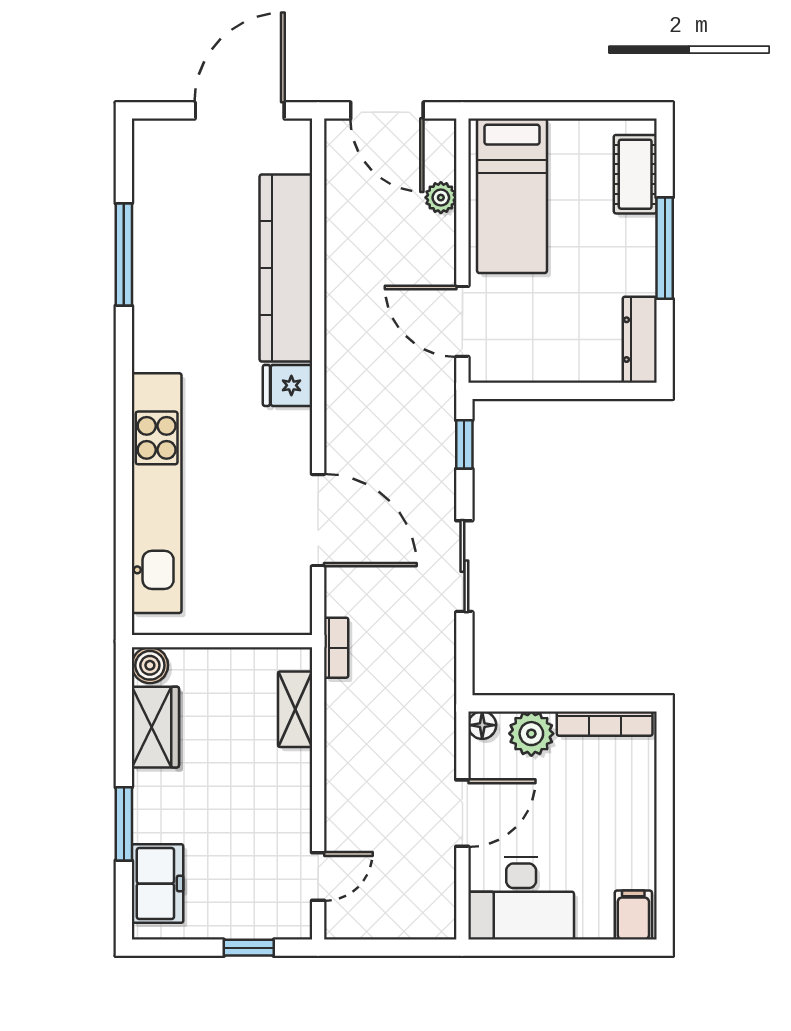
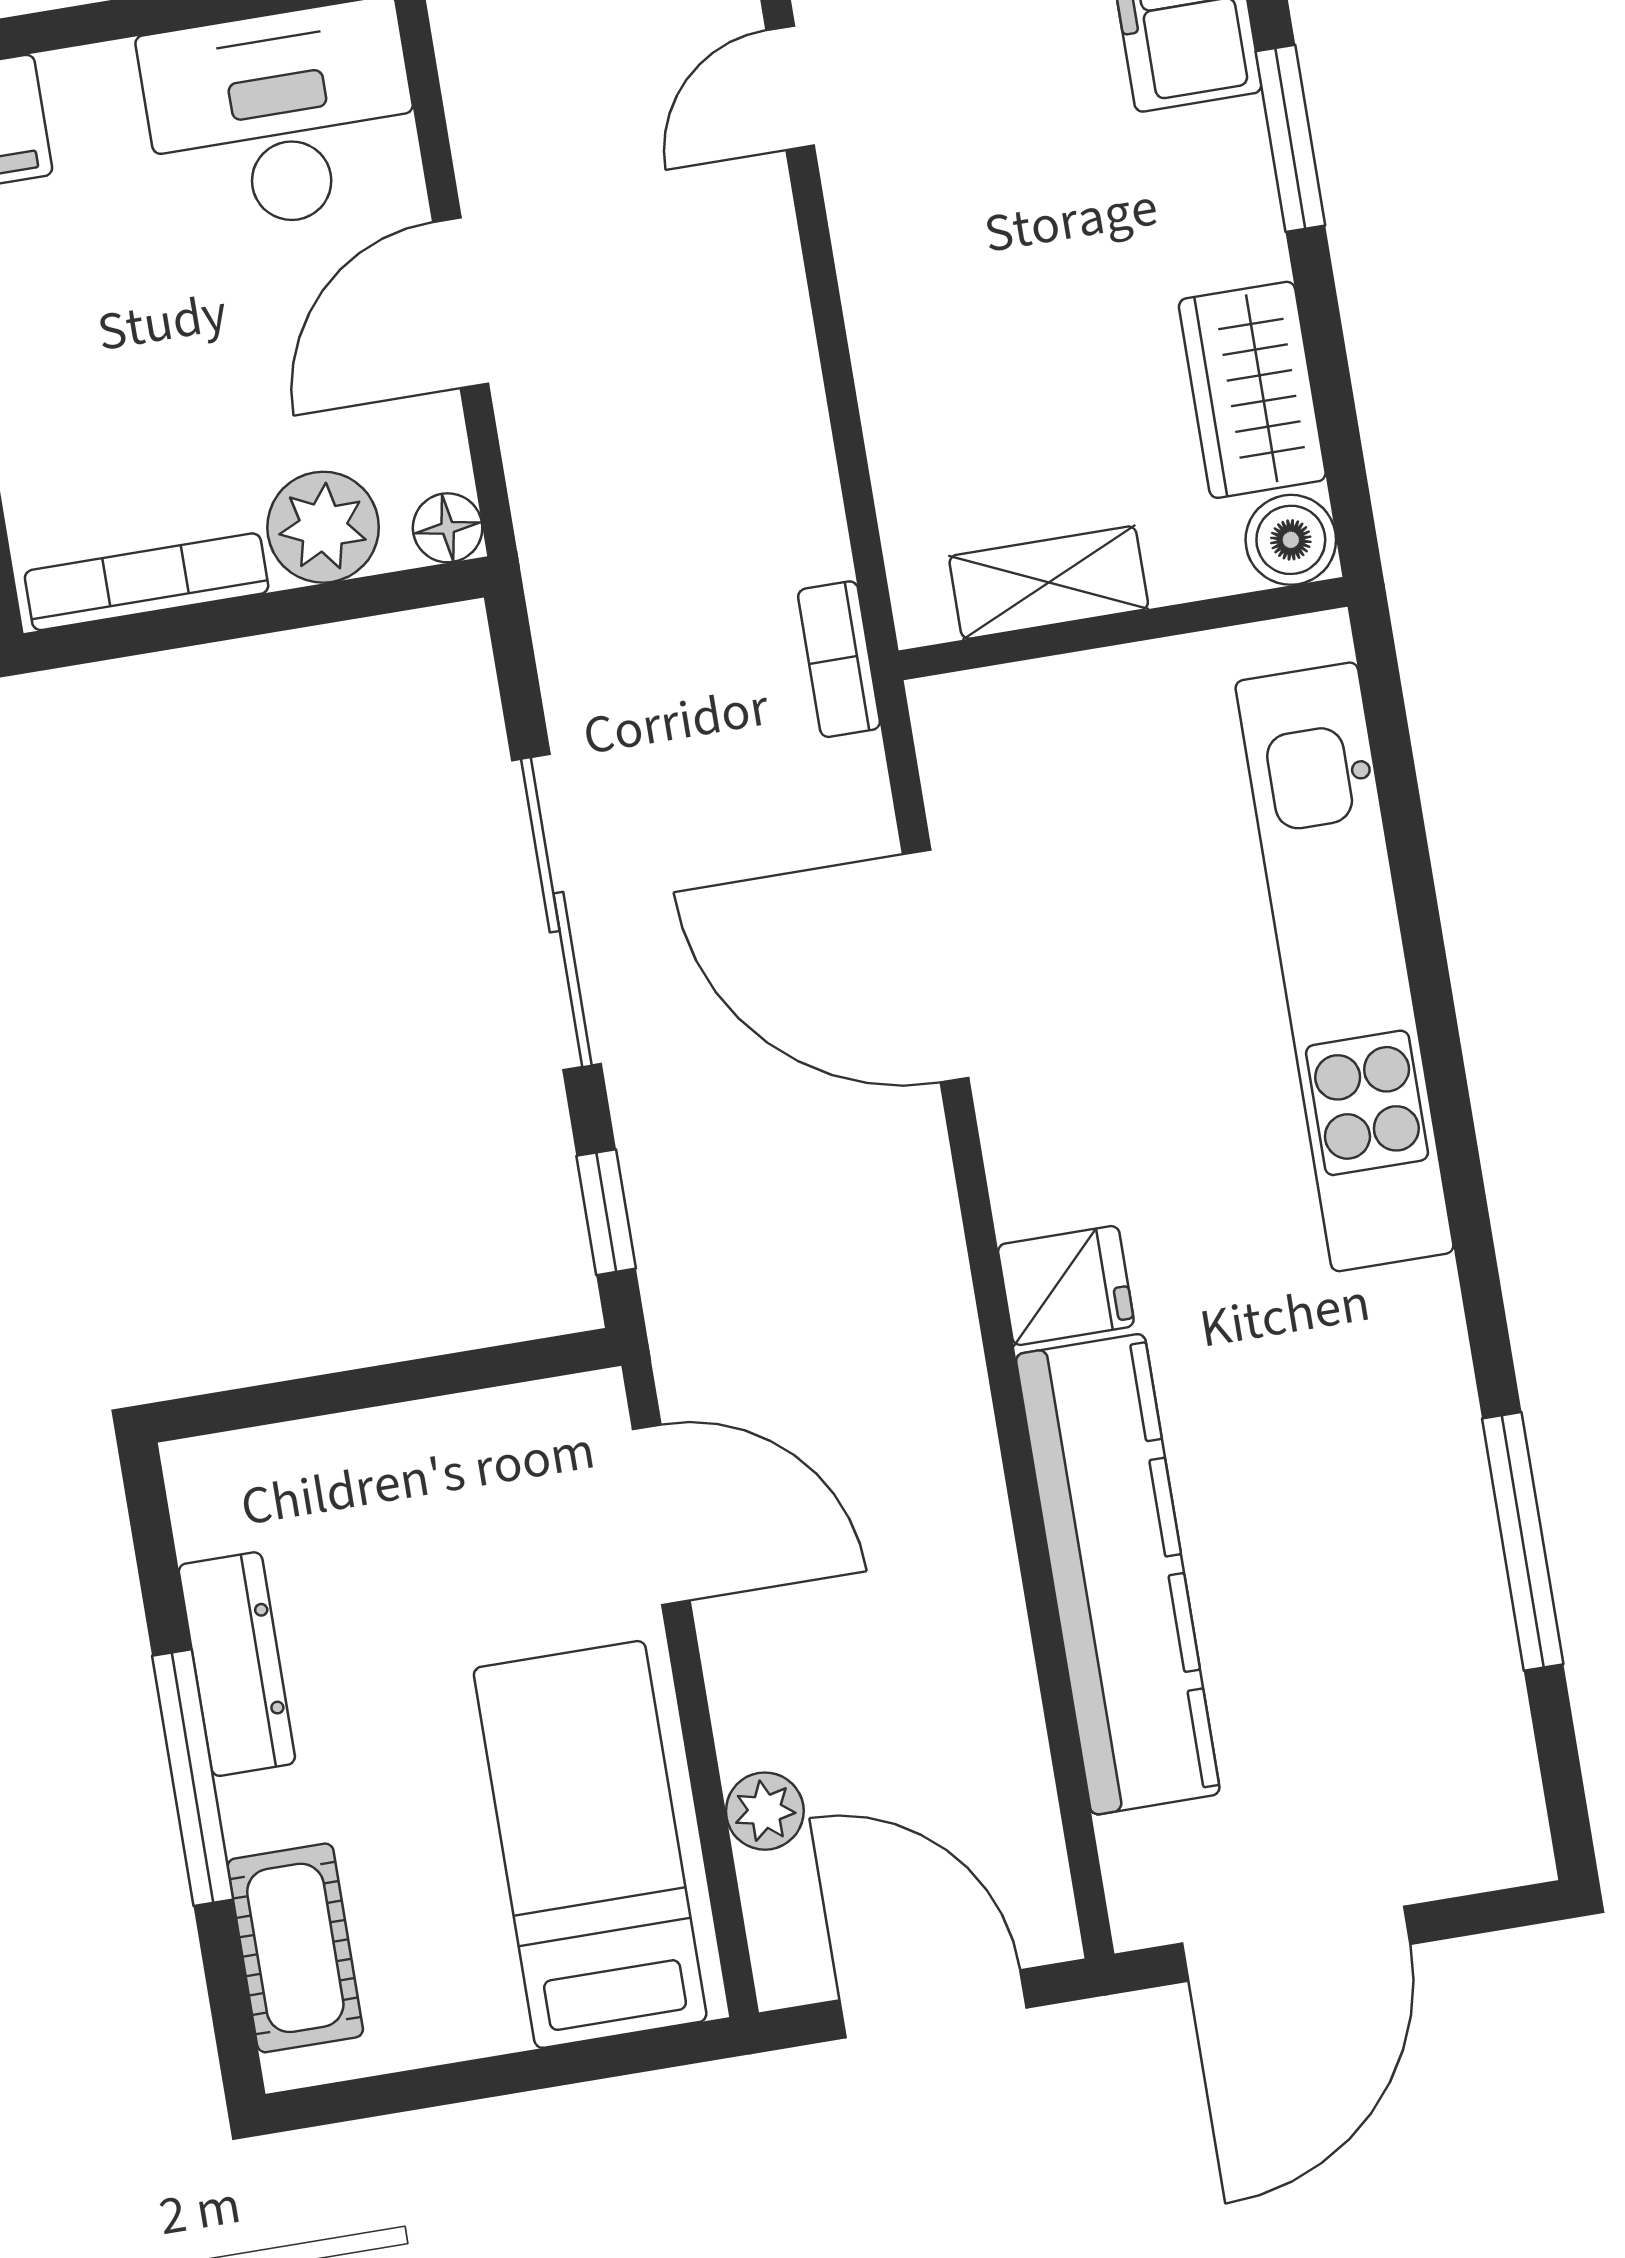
dresser: (640, 340) -> (237, 1664), moved
sliding door: (464, 566) -> (556, 912), width x1.37
shelving: (295, 709) -> (1049, 583), moved, turned 90

